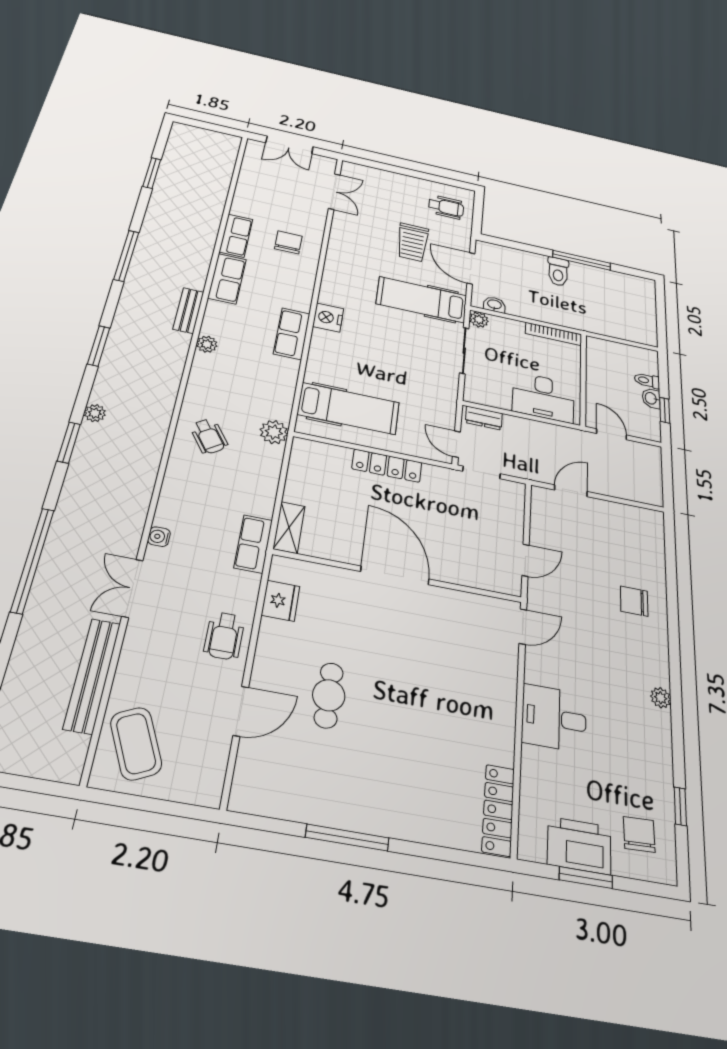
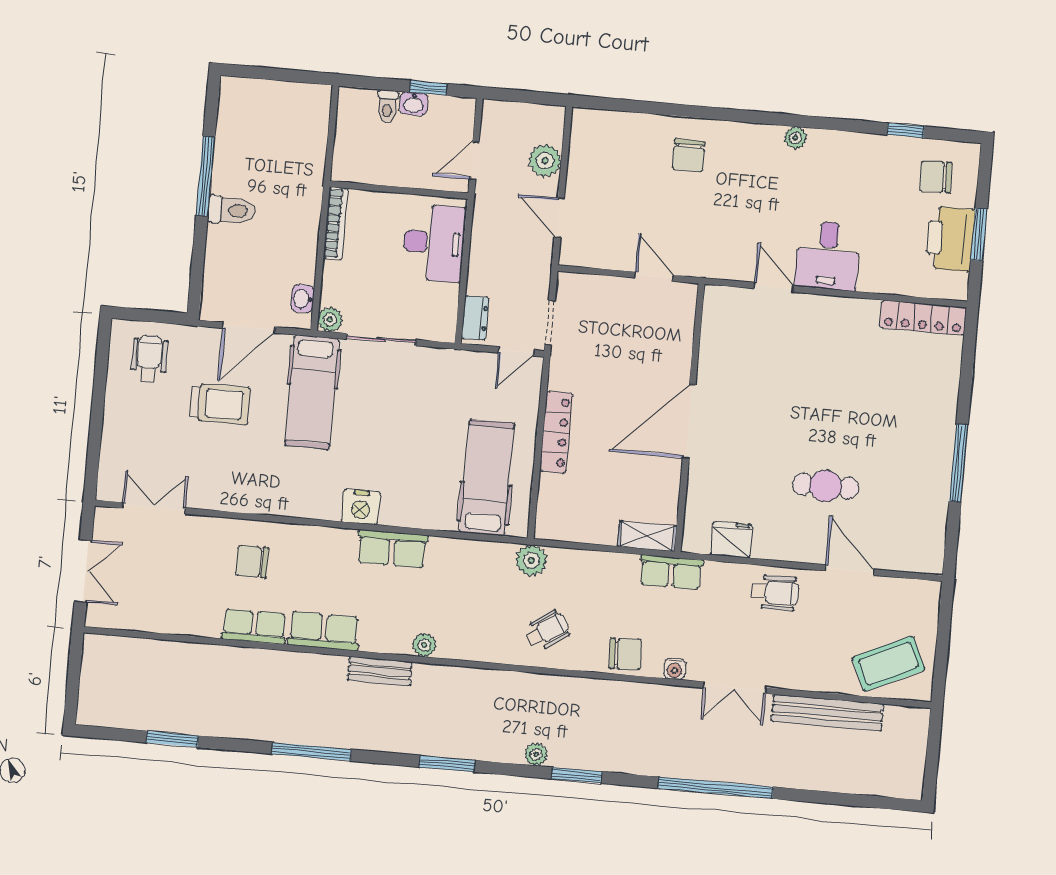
plant: (617, 486) -> (545, 161), added
chair: (179, 496) -> (625, 654), added
door: (523, 627) -> (774, 287), moved

